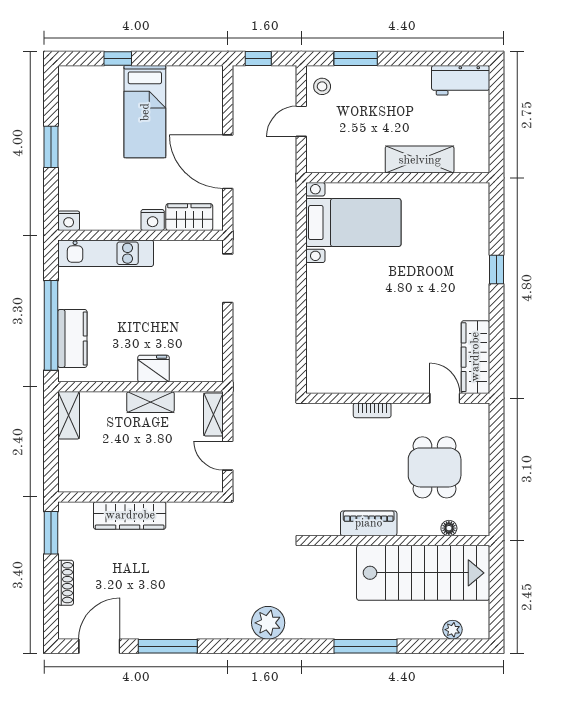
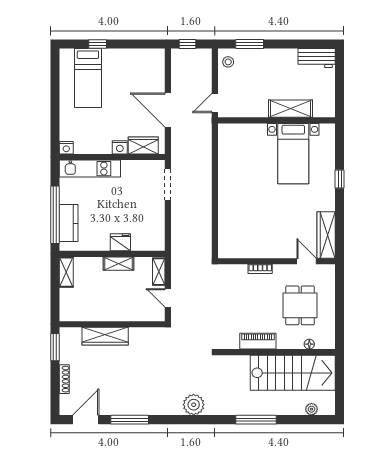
bed: (145, 112) -> (88, 78), moved
door: (301, 121) -> (215, 103), moved
window: (51, 147) -> (55, 101), removed
bed with nightstands: (353, 223) -> (293, 154), moved, turned 90

